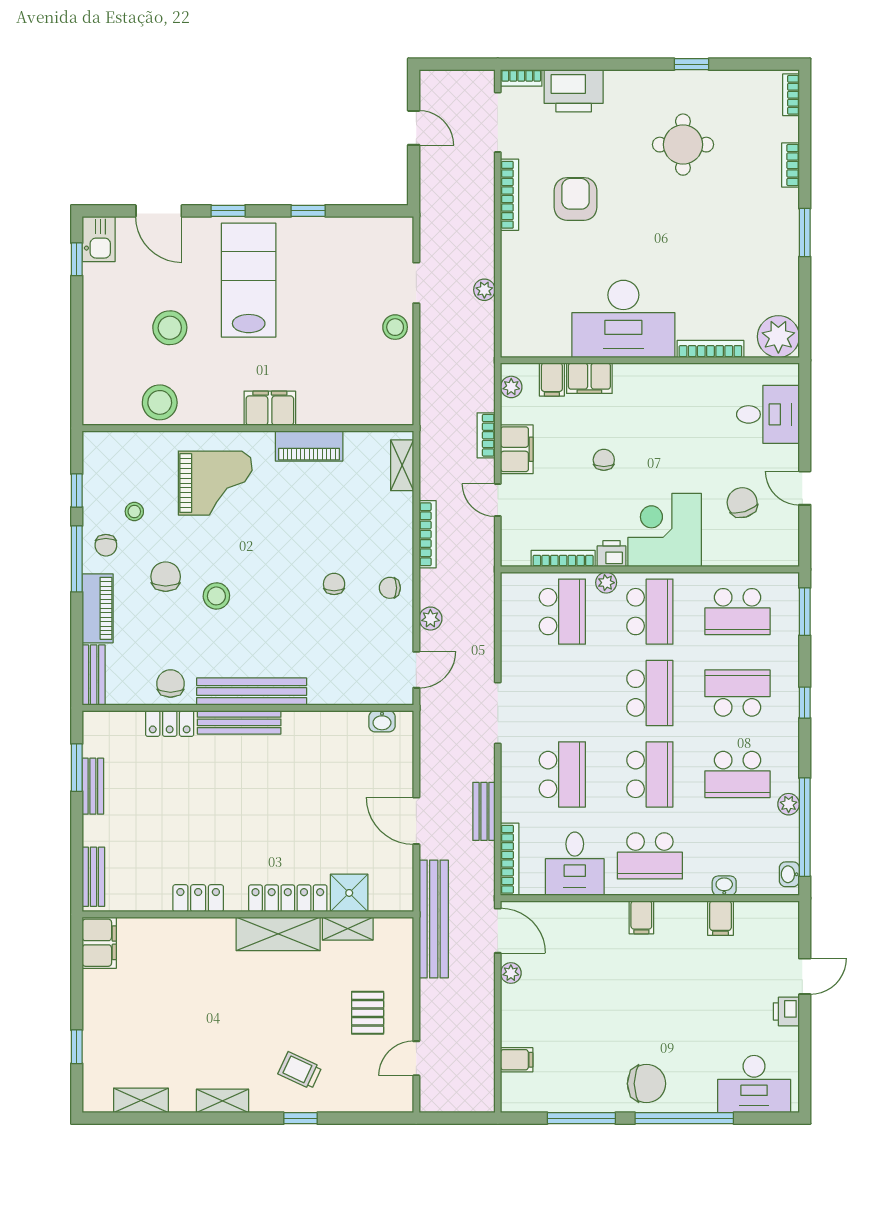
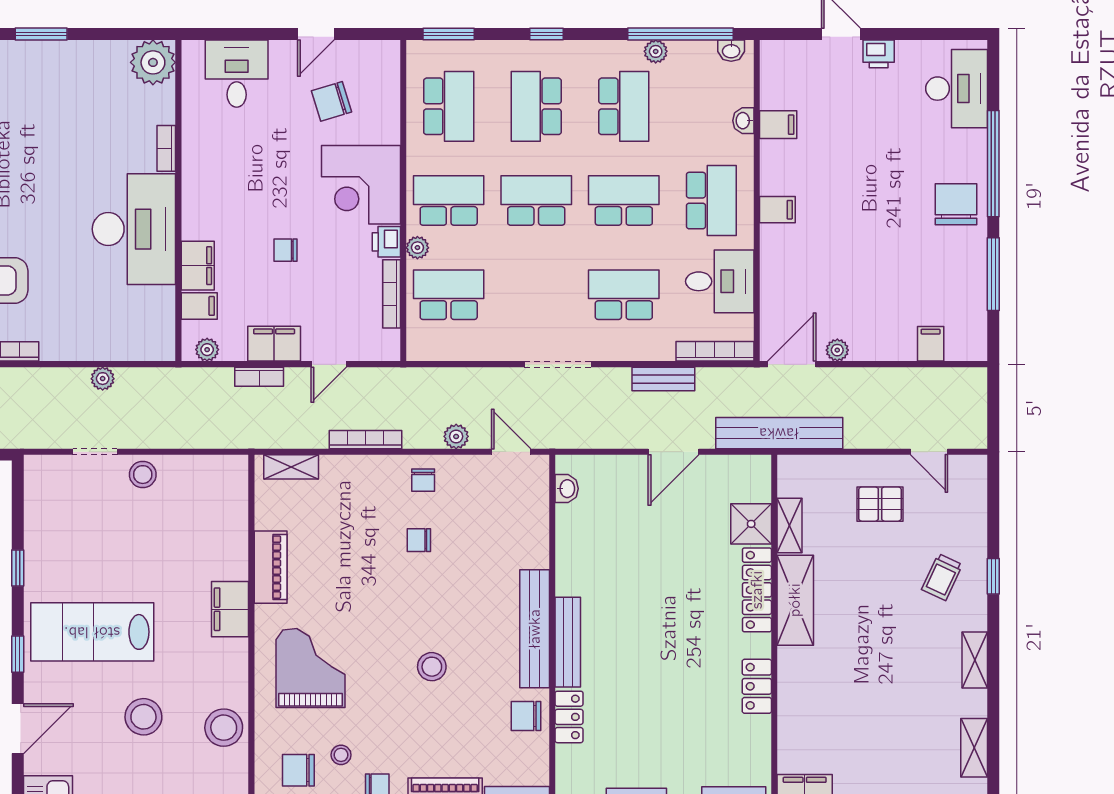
bookcase: (710, 349) -> (166, 148), width x0.64
chair: (166, 577) -> (298, 770), moved

